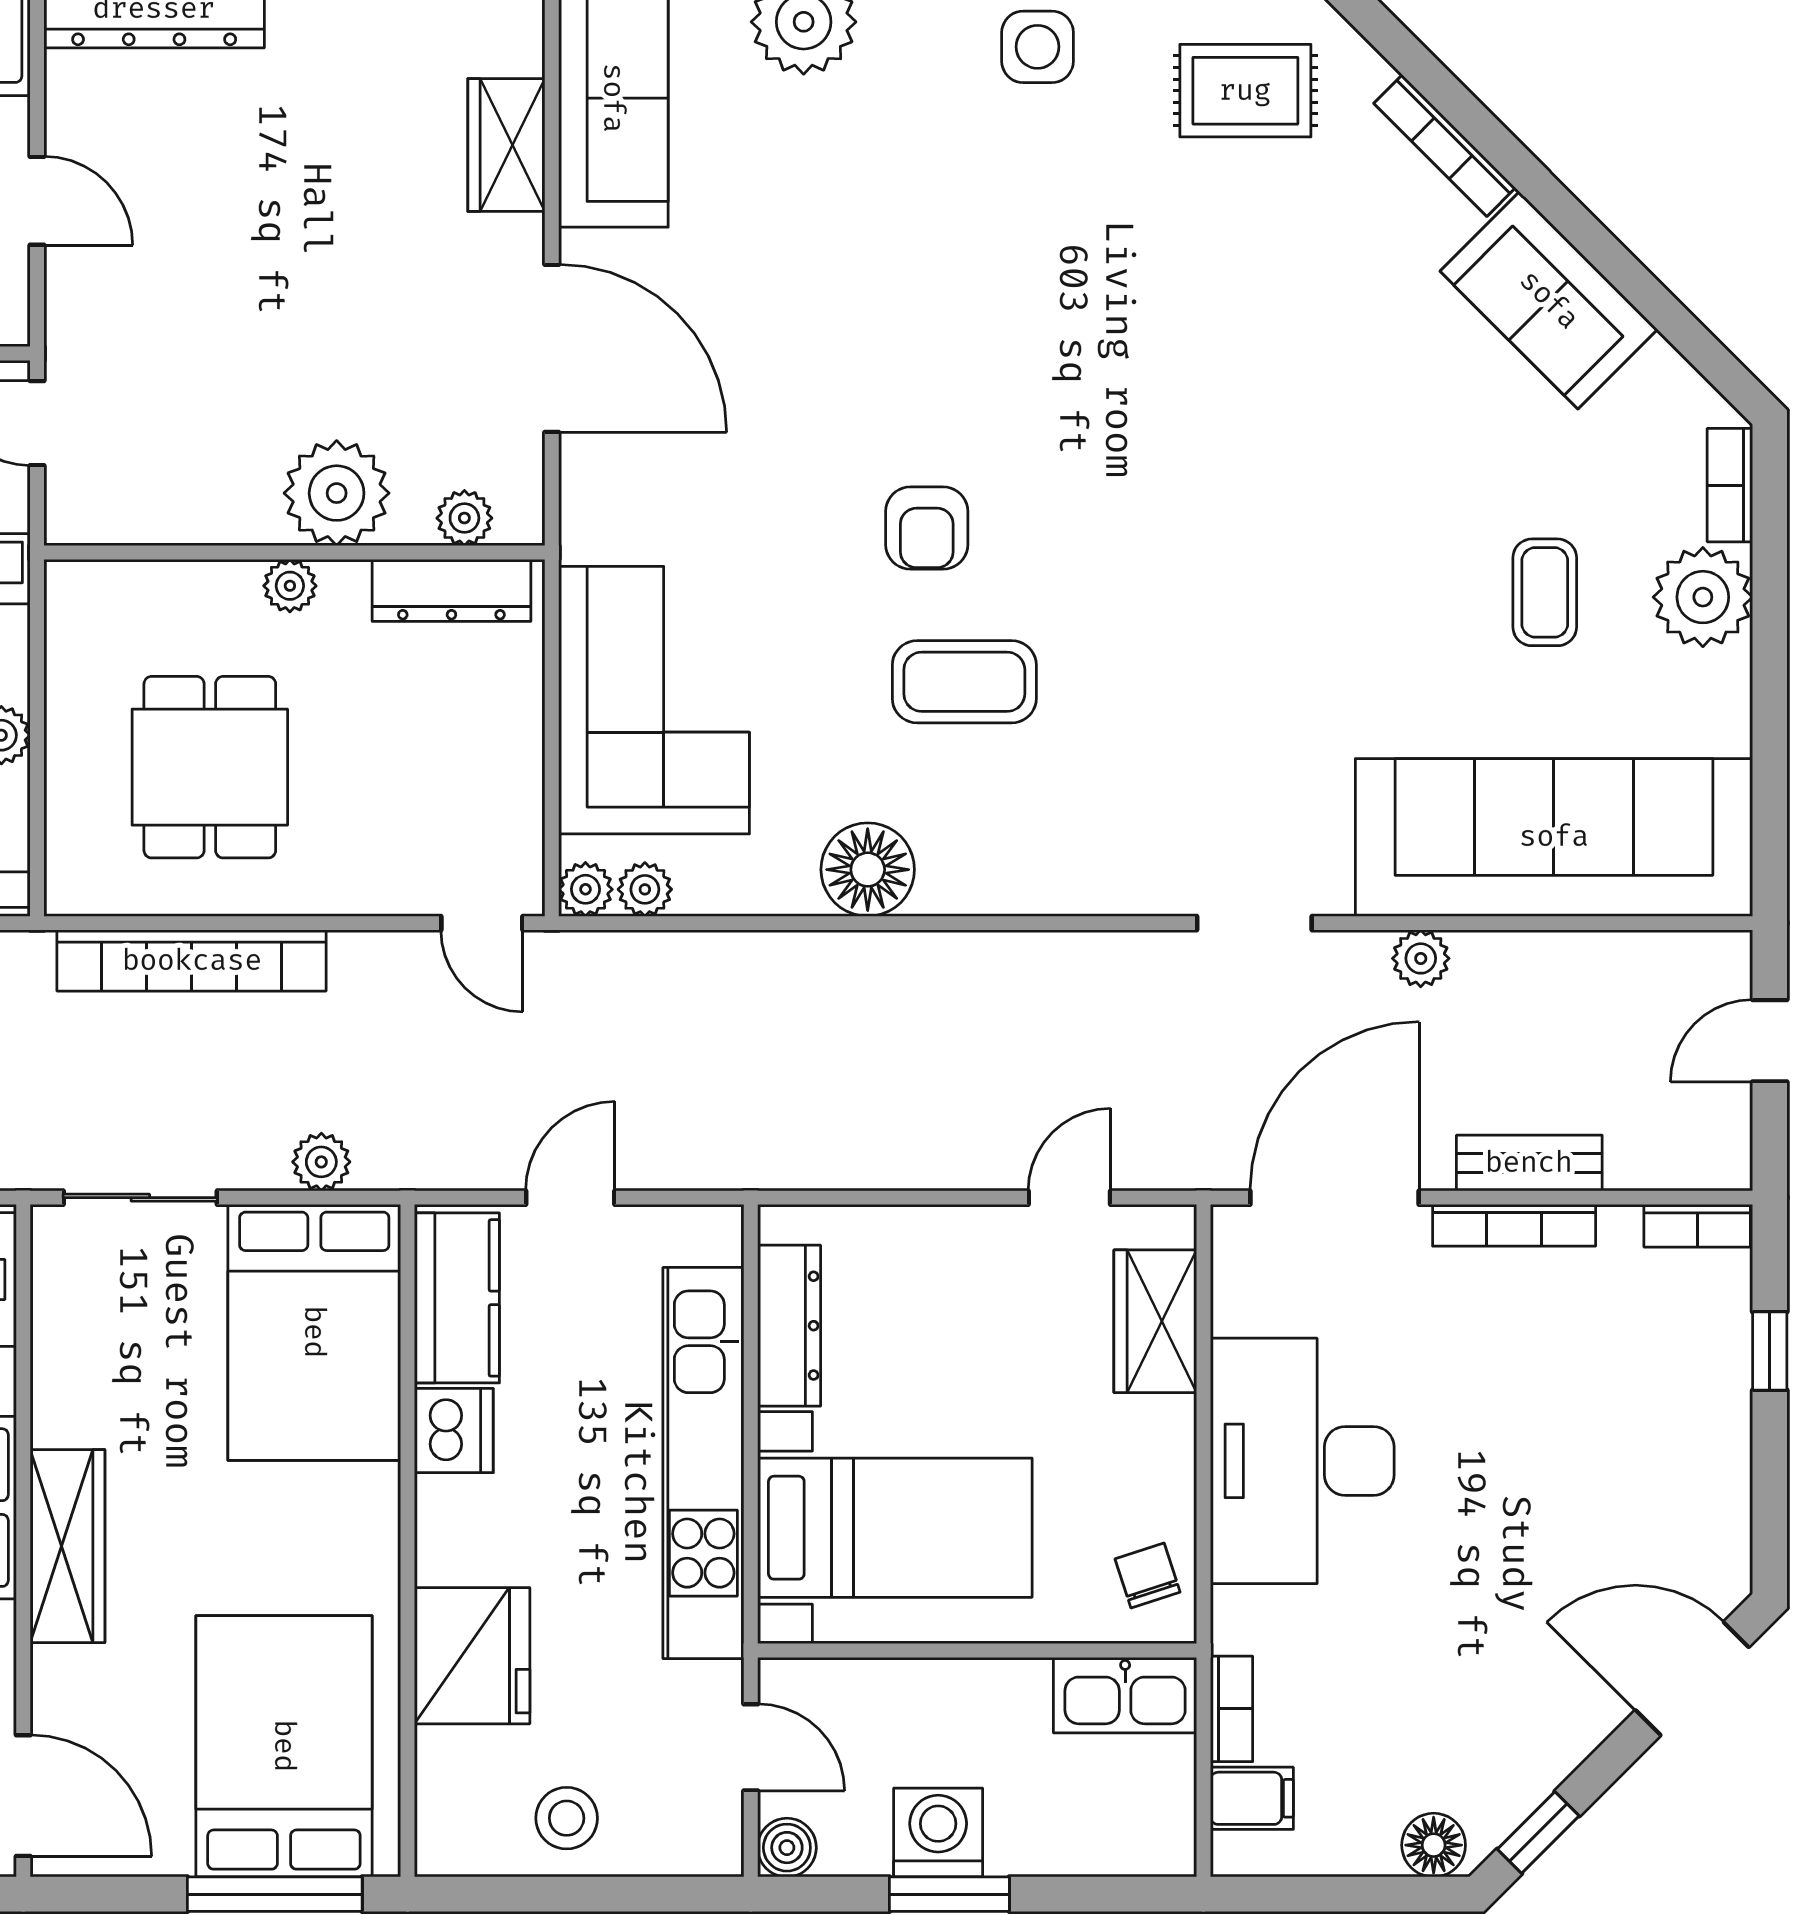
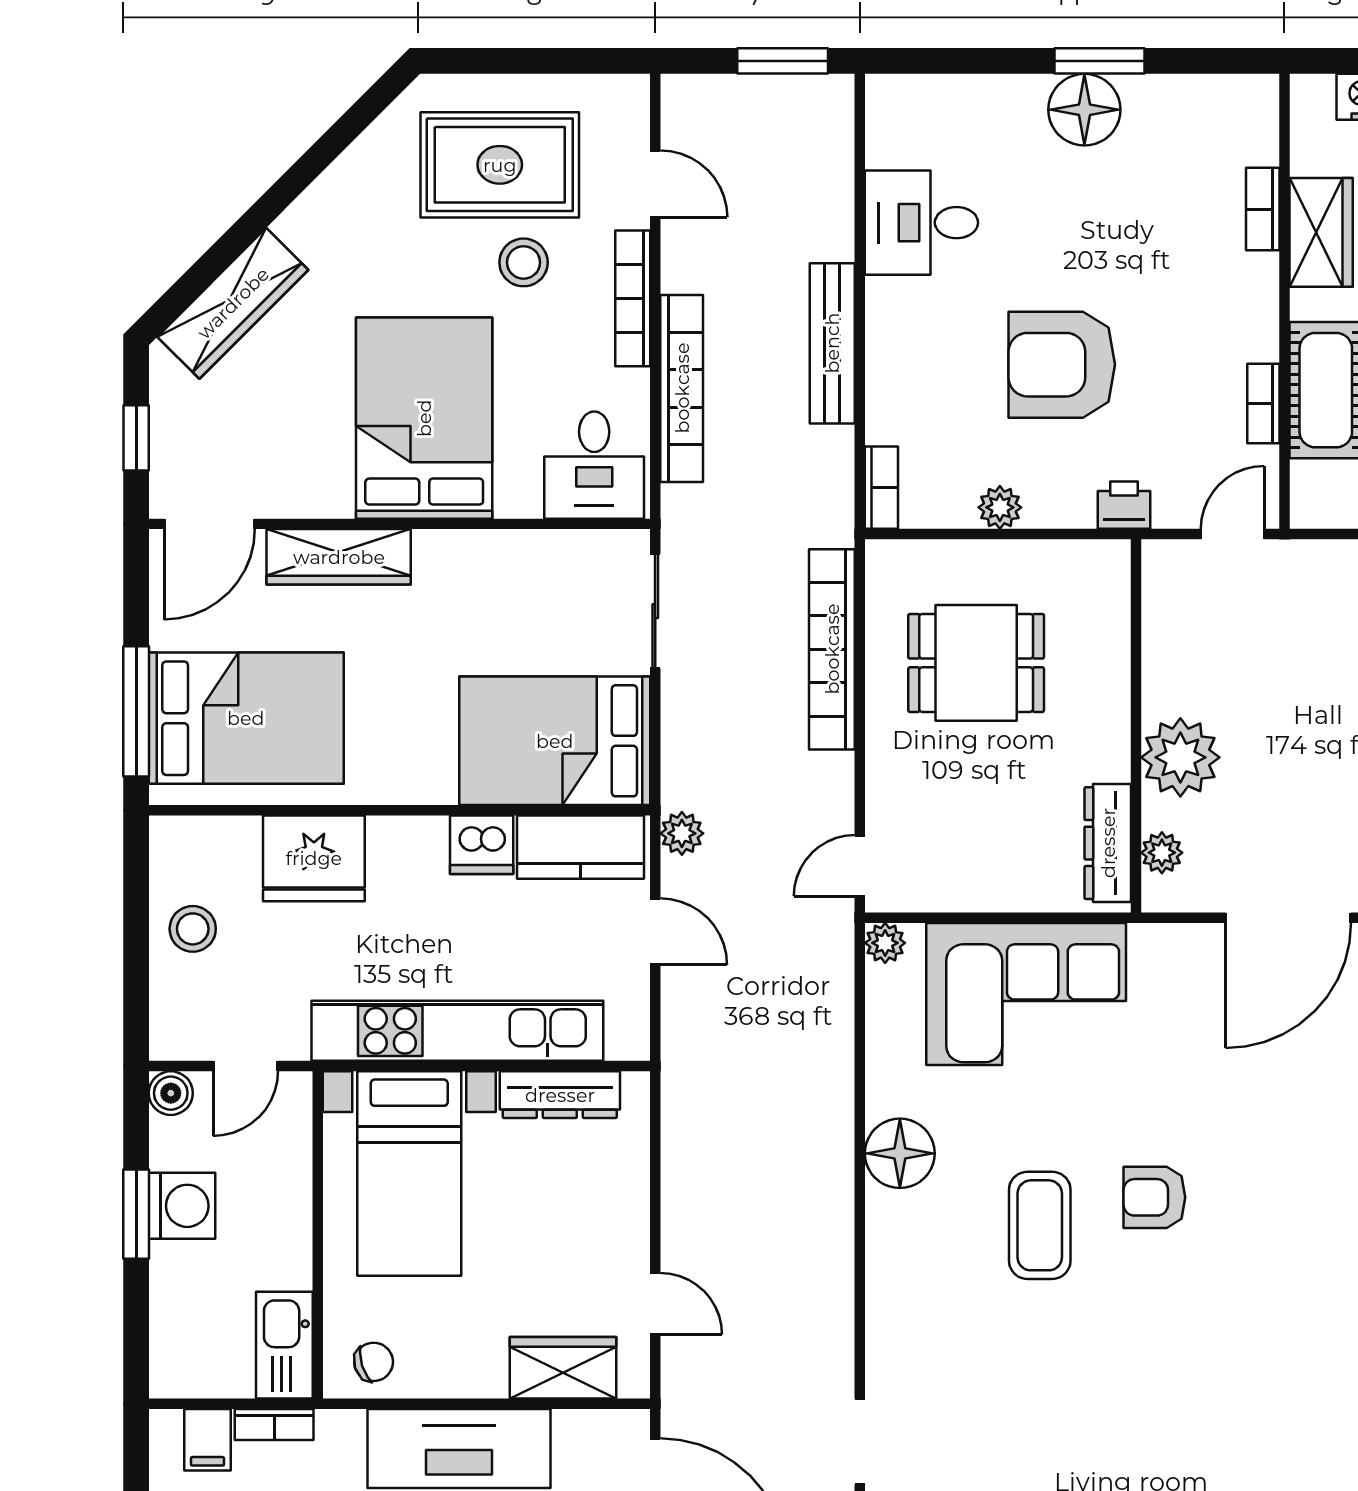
plant: (290, 586) -> (1111, 723), removed
plant: (645, 889) -> (885, 987), removed
plant: (321, 1162) -> (682, 833), moved
wardrobe: (67, 1546) -> (339, 557), moved

